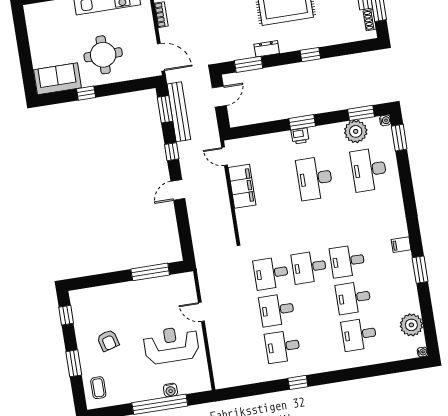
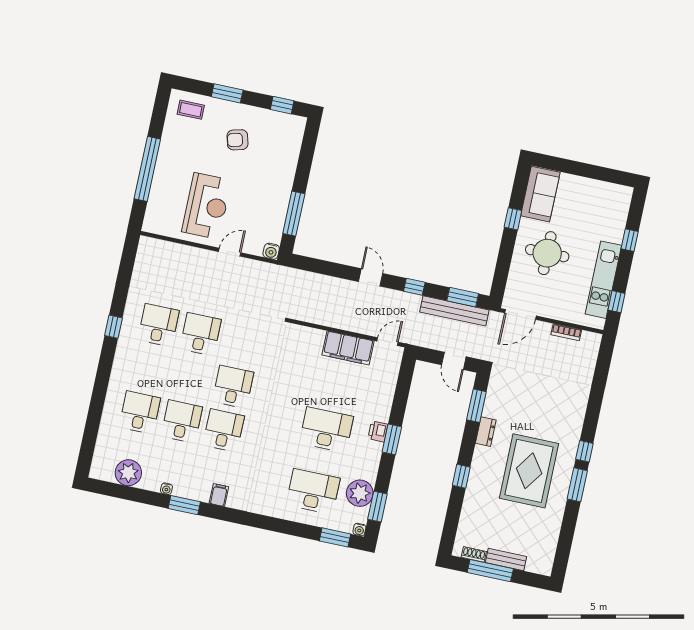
desk: (271, 273) -> (242, 343), removed
water cooler: (422, 352) -> (166, 489), moved
water cooler: (170, 390) -> (271, 251), moved, turned -90

